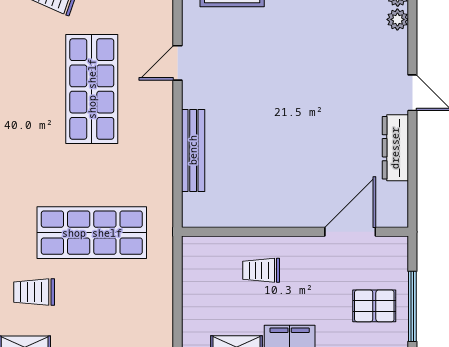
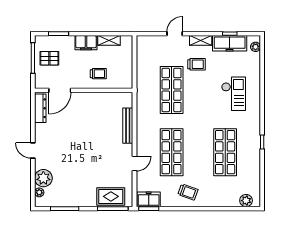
plant: (397, 19) -> (43, 178), width x1.88, depth x1.88
dresser: (395, 148) -> (40, 108), moved
shop shelf: (92, 233) -> (172, 90), turned 90

